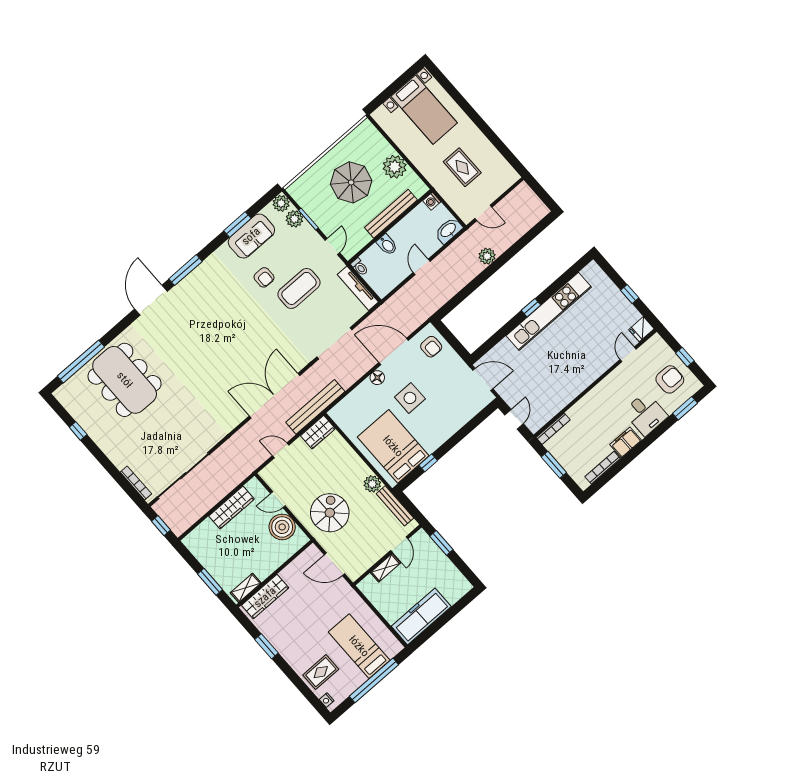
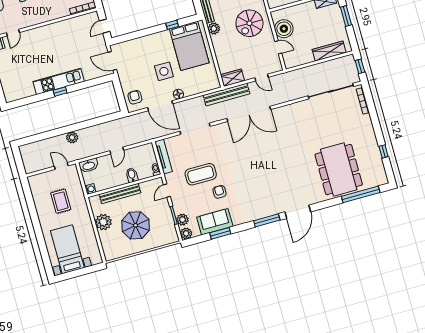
kitchen unit: (549, 311) -> (59, 81), width x0.73
wardrobe: (232, 507) -> (329, 51), moved

